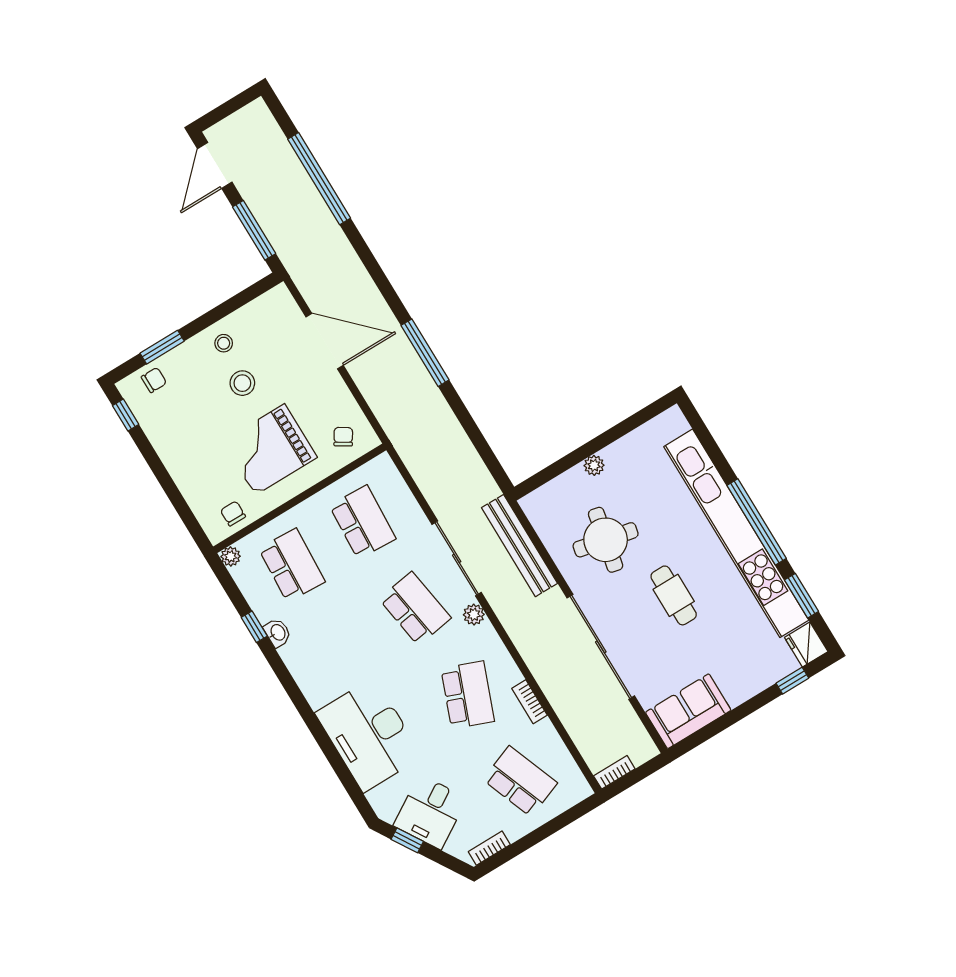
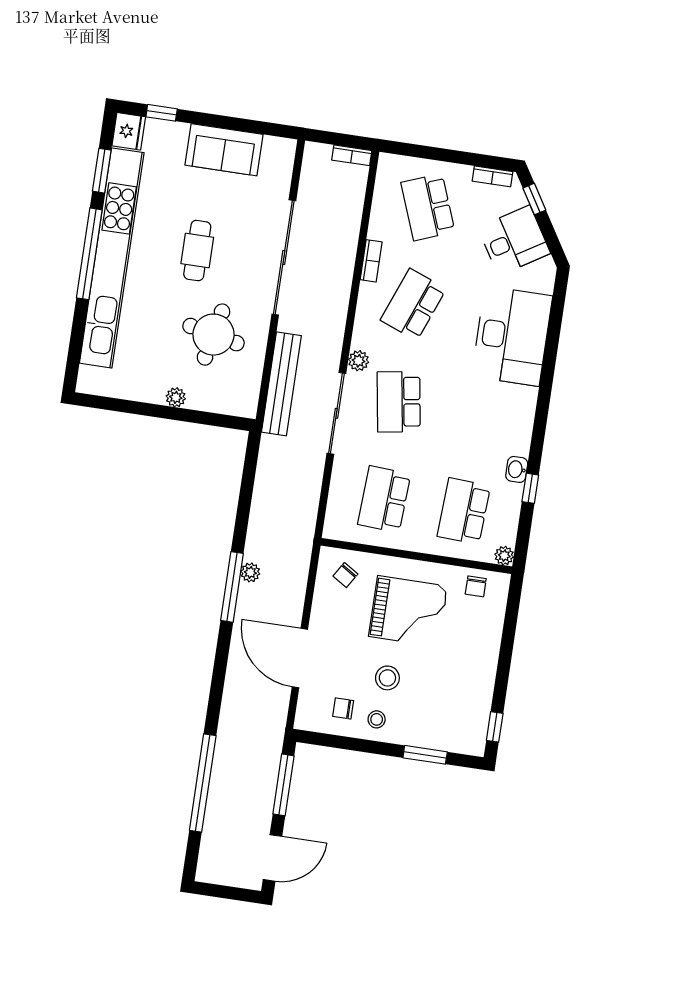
plant: (420, 376) -> (250, 572), added
chair: (154, 380) -> (343, 708), moved
sofa: (688, 711) -> (224, 150), moved
window: (407, 840) -> (534, 199), moved

